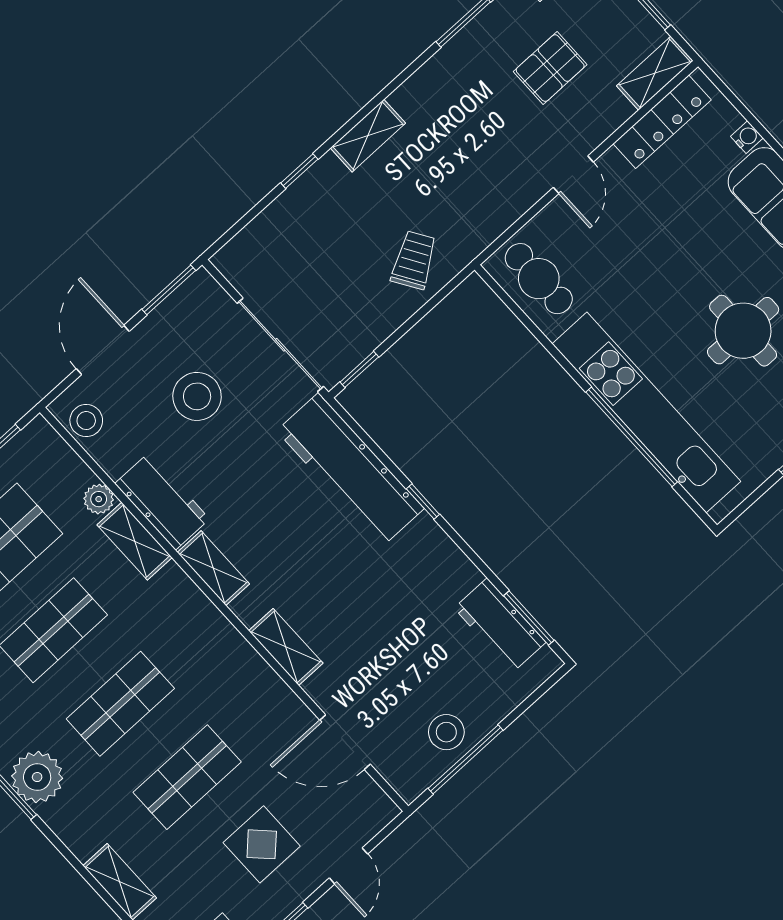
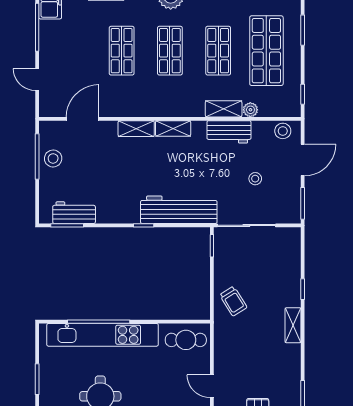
door: (103, 350) -> (303, 160), hinge flipped
stool: (197, 396) -> (255, 179), width x0.53, depth x0.53
shelving: (213, 568) -> (173, 128), moved
display table: (262, 844) -> (73, 55), removed

